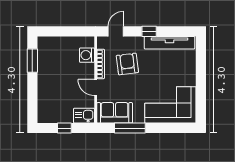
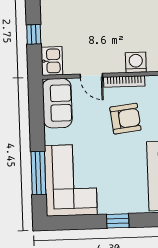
window: (201, 72) -> (118, 221), added
door: (96, 88) -> (91, 76), swing flipped
window: (130, 128) -> (38, 173), moved

